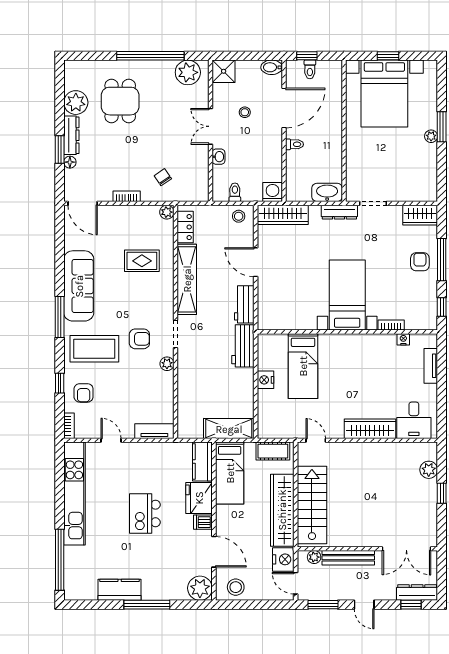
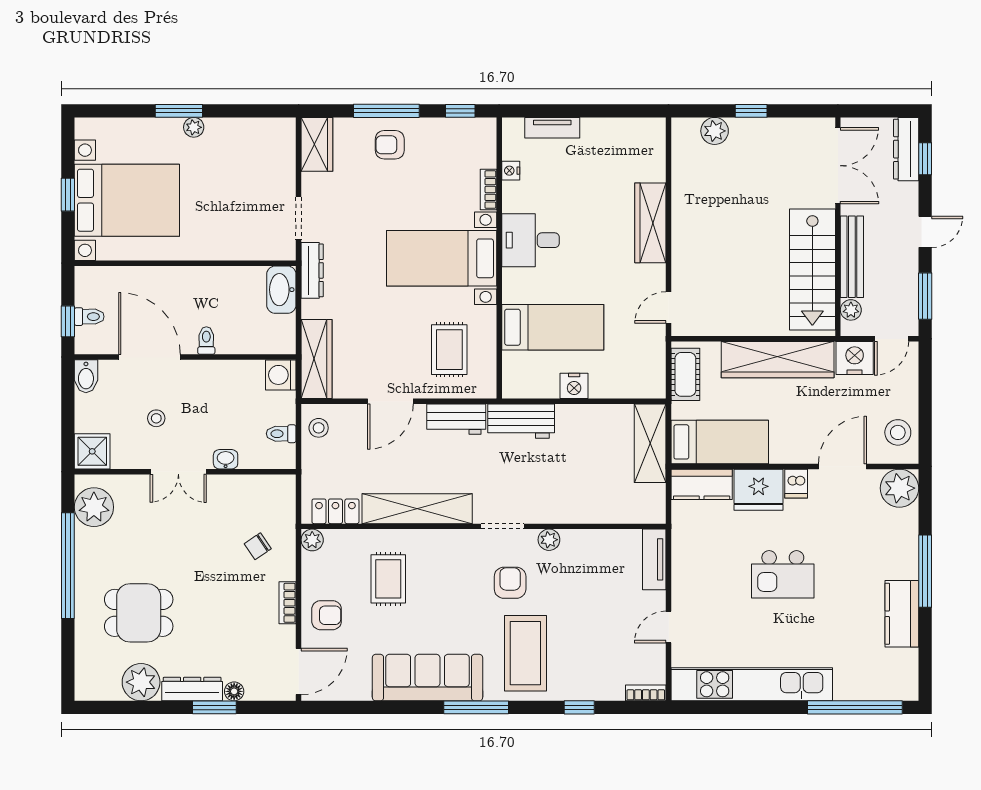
rug: (289, 300) -> (449, 350), added
armchair: (84, 393) -> (327, 615), moved
desk: (414, 420) -> (530, 240), moved, turned 180
stairs: (312, 505) -> (812, 270), moved, turned -90

